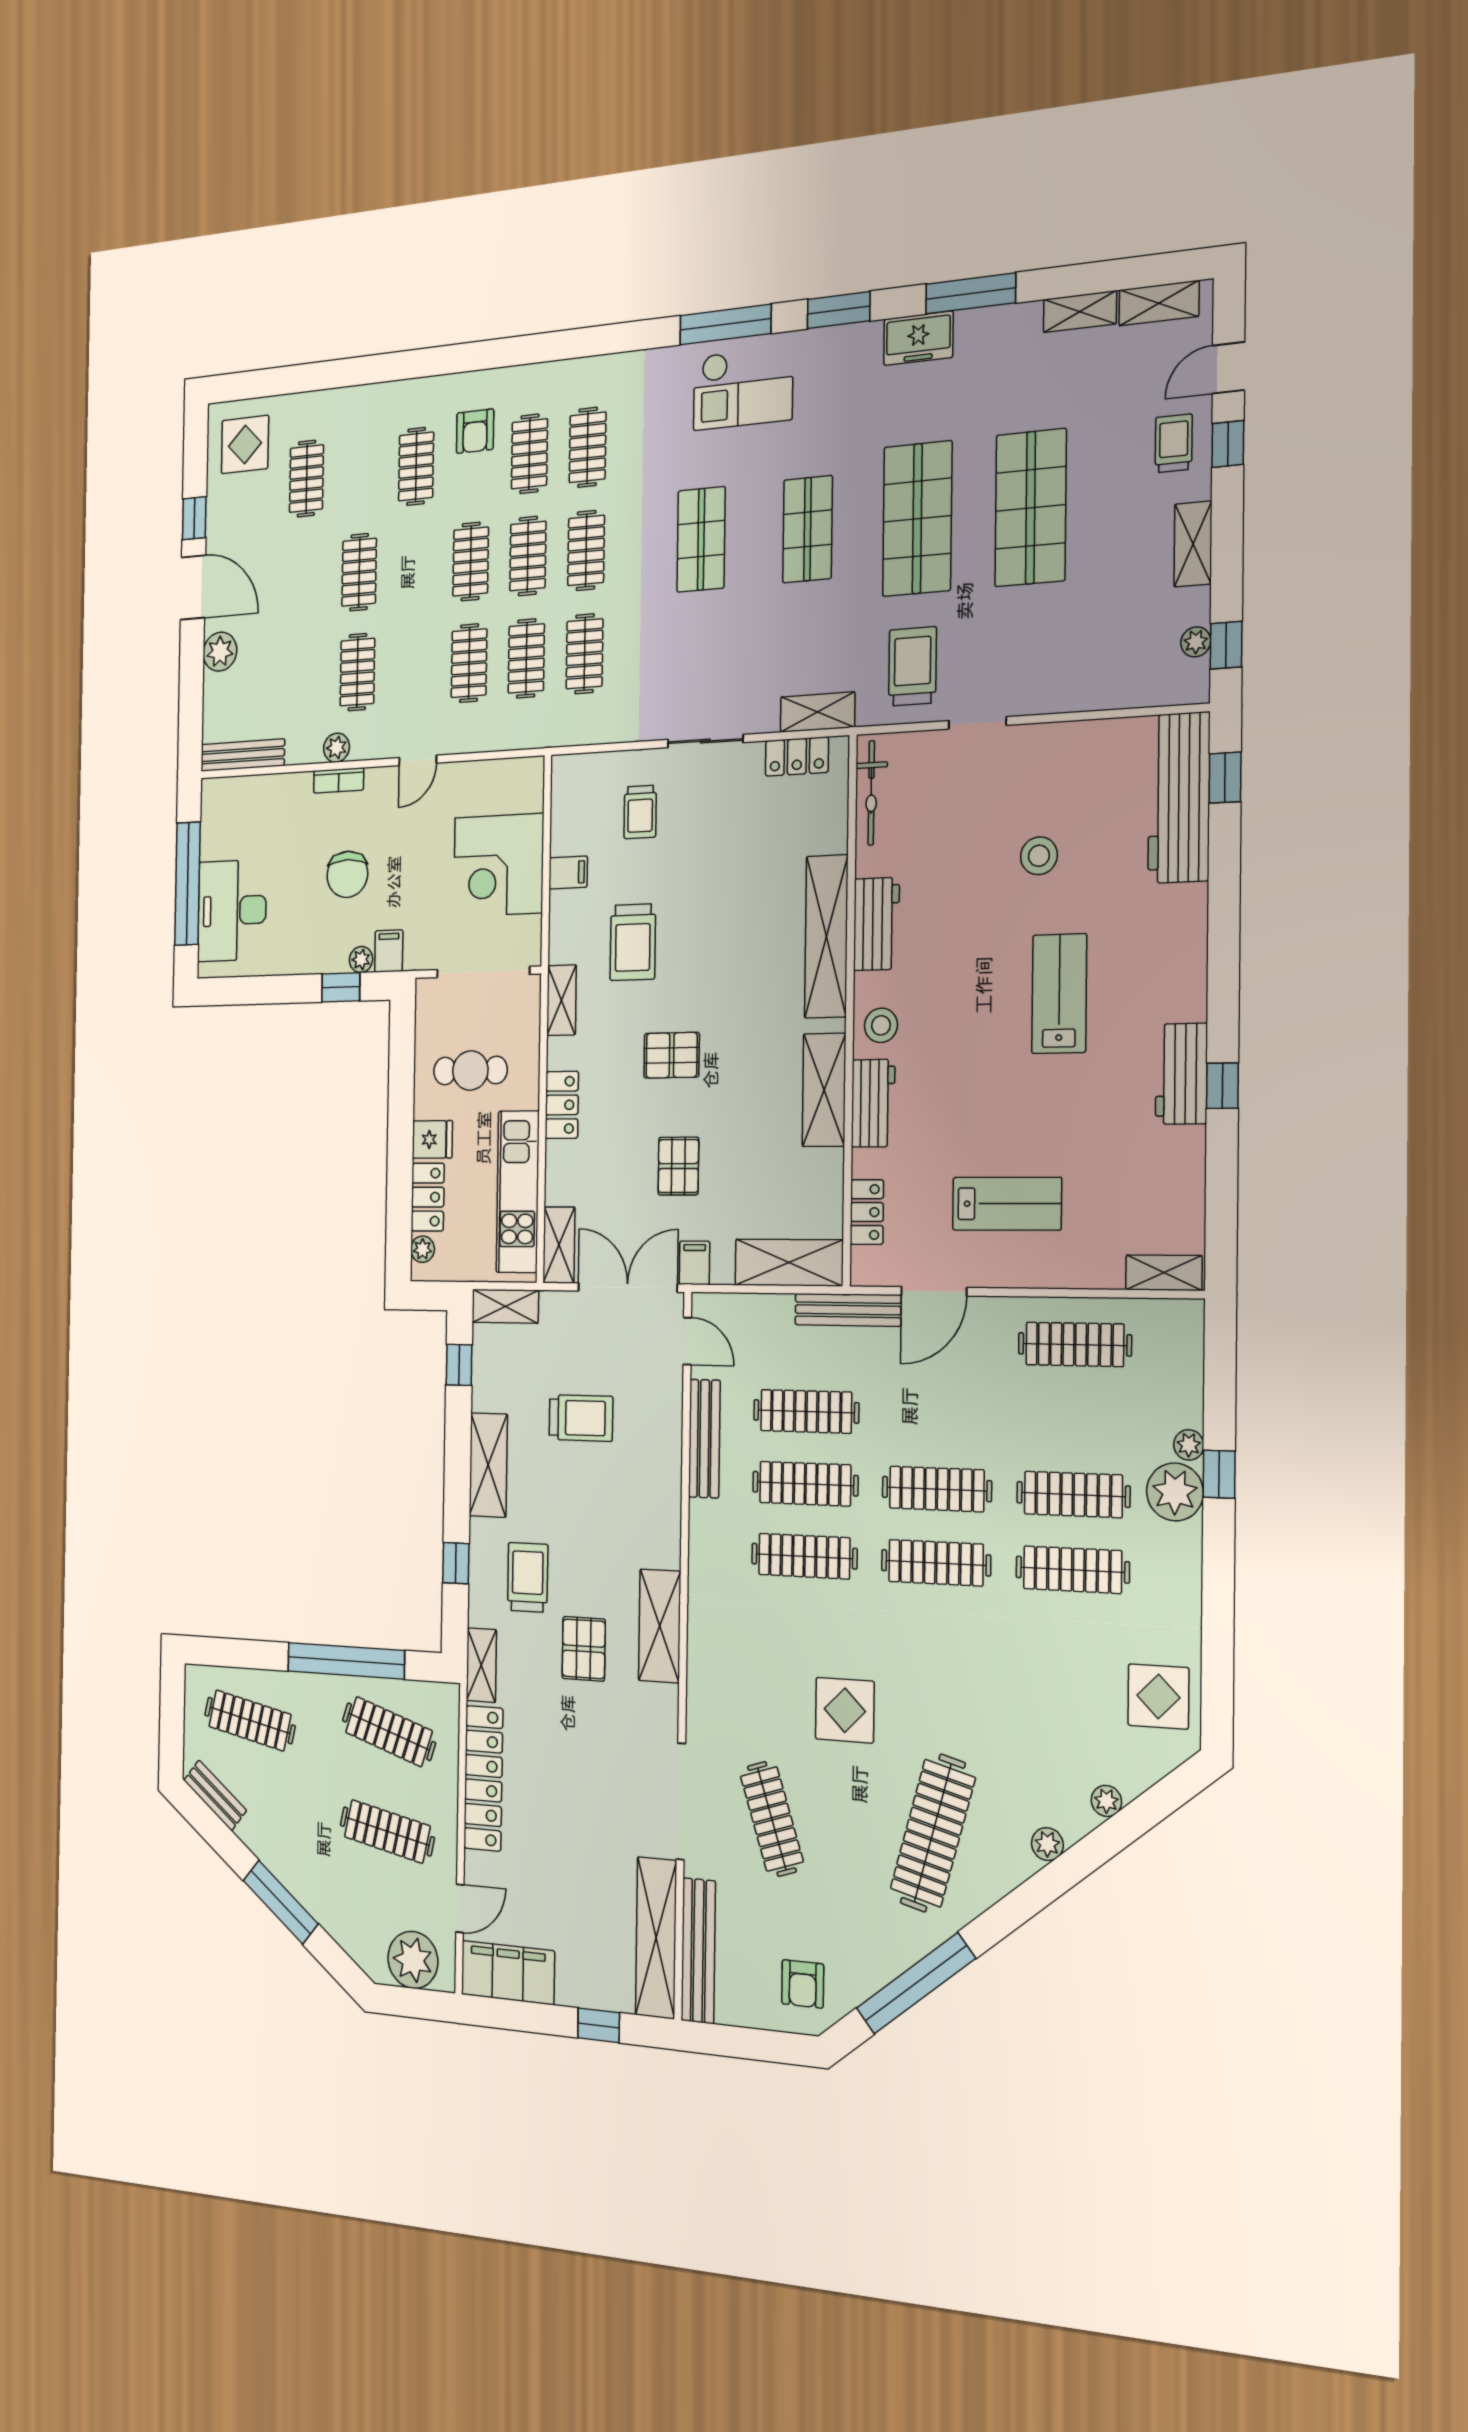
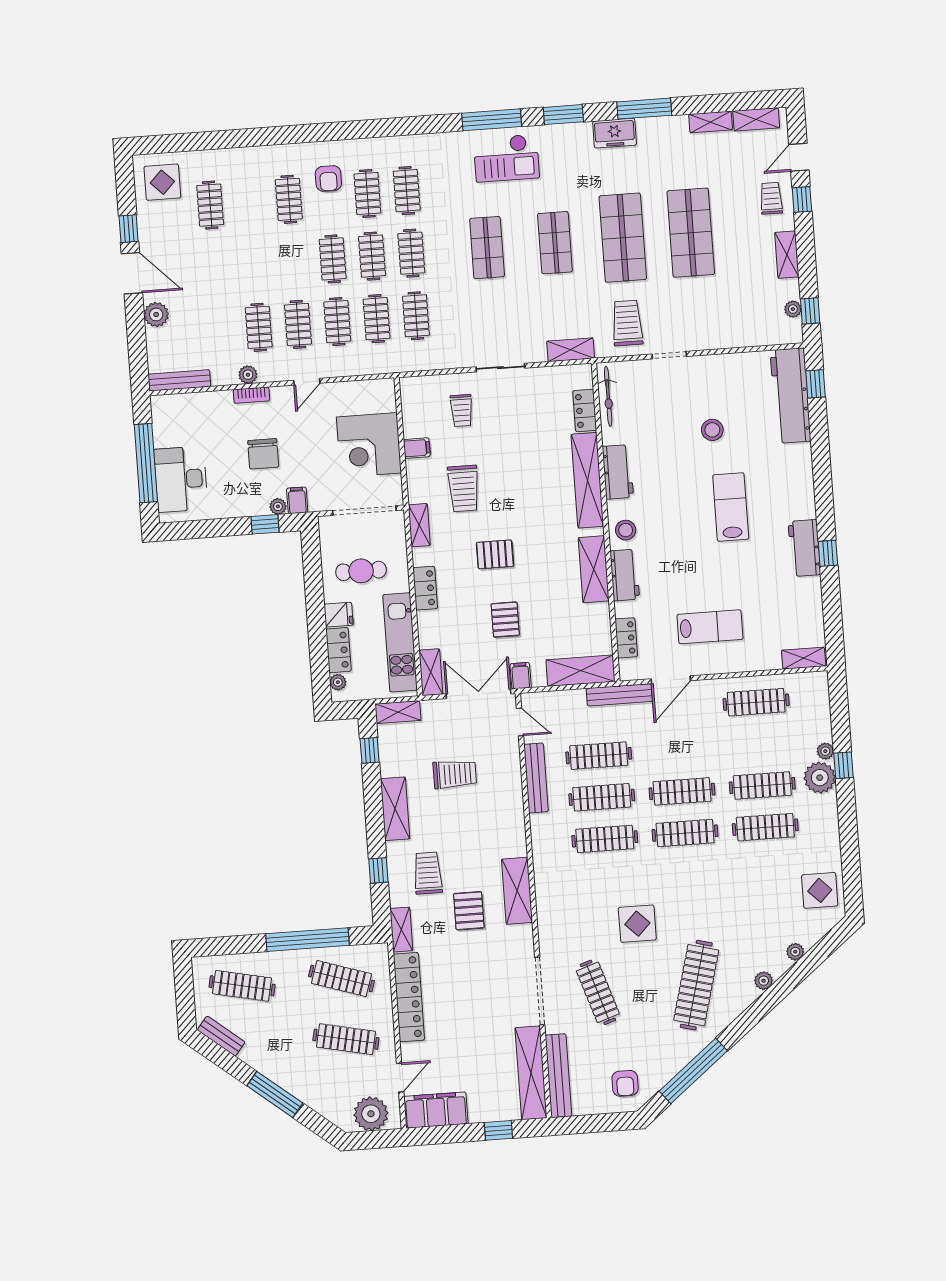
clothes rail: (359, 572) -> (298, 324), moved
locker: (797, 757) -> (585, 411), moved, turned 90

